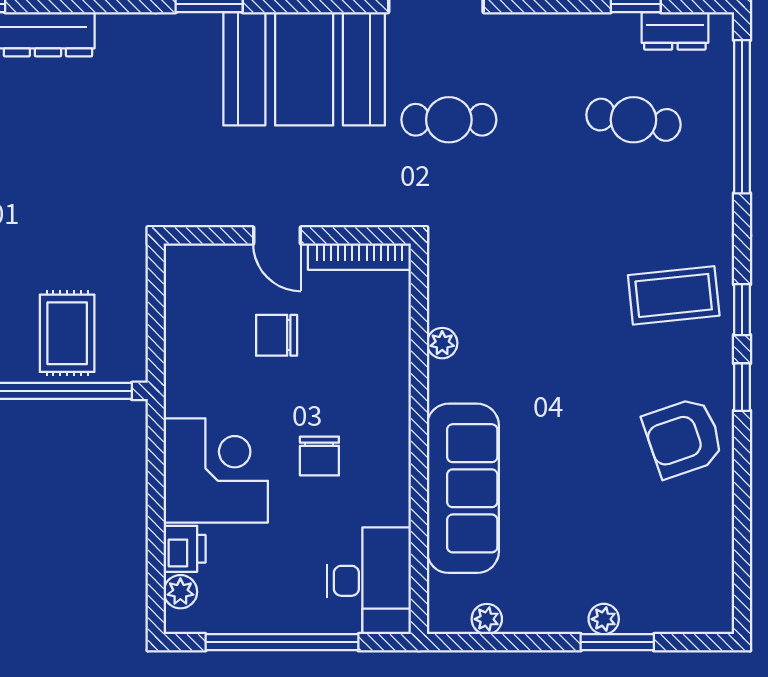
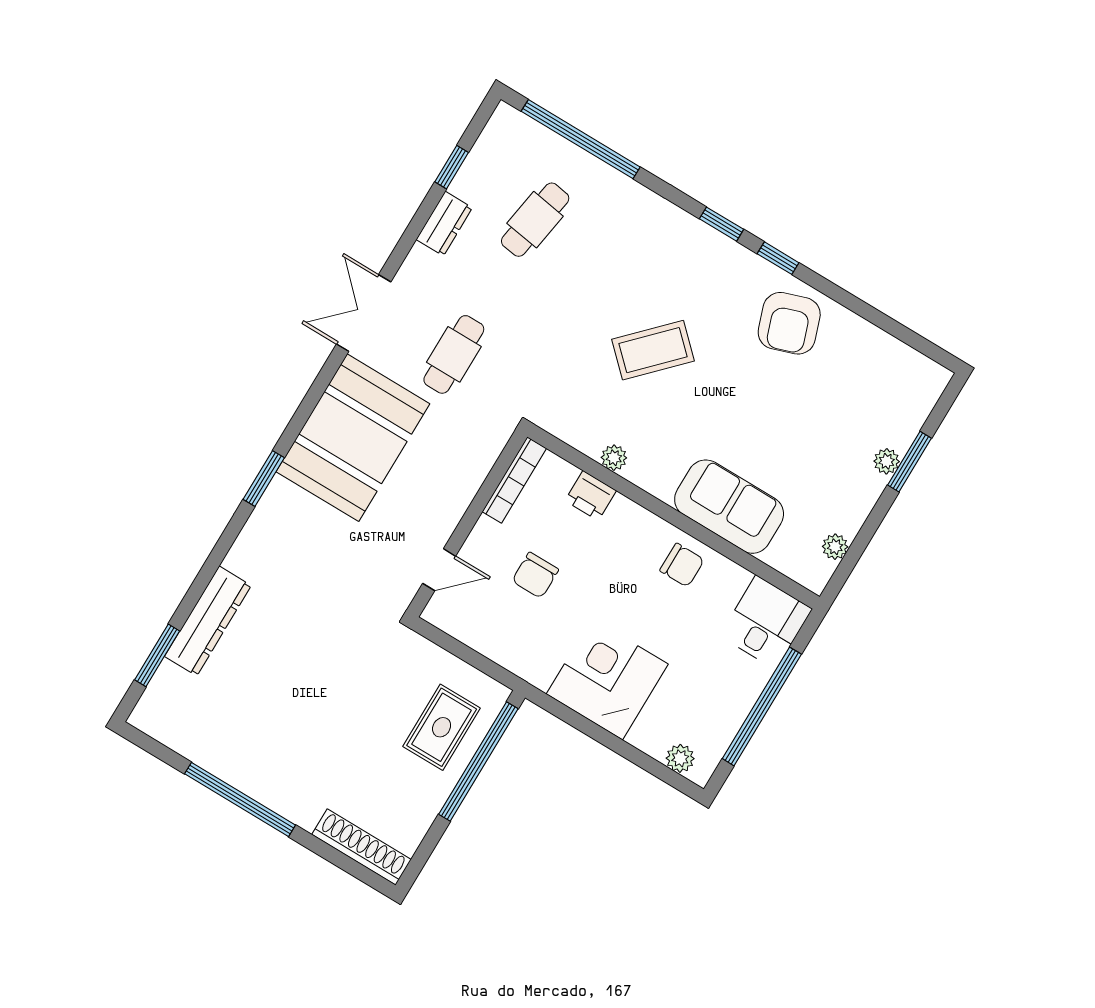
dresser: (675, 31) -> (444, 224), moved
door: (277, 235) -> (439, 570), moved
coffee table: (674, 295) -> (653, 350), moved, turned 50
rug: (67, 333) -> (442, 727), turned 90
chair: (319, 456) -> (682, 565), moved
sofa: (463, 488) -> (729, 507), width x0.73
printer: (185, 549) -> (591, 496), moved, turned 180
desk: (369, 581) -> (766, 622), width x0.73

